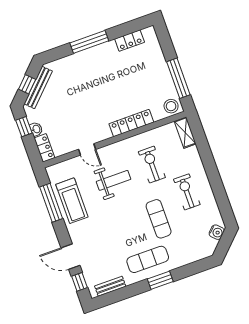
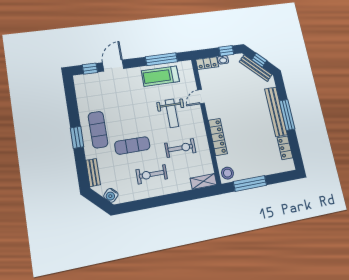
bench: (88, 56) -> (276, 112), added
exercise bike: (187, 192) -> (152, 174), turned 180
bench: (110, 286) -> (93, 173), moved

